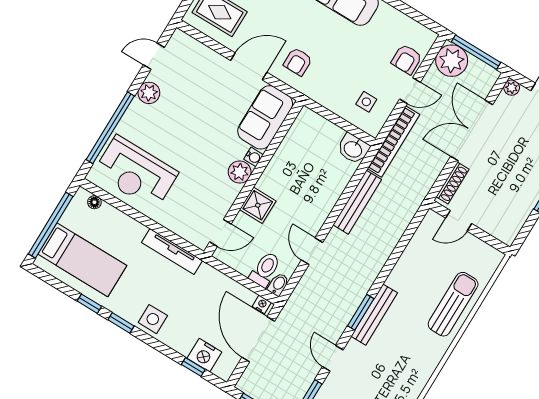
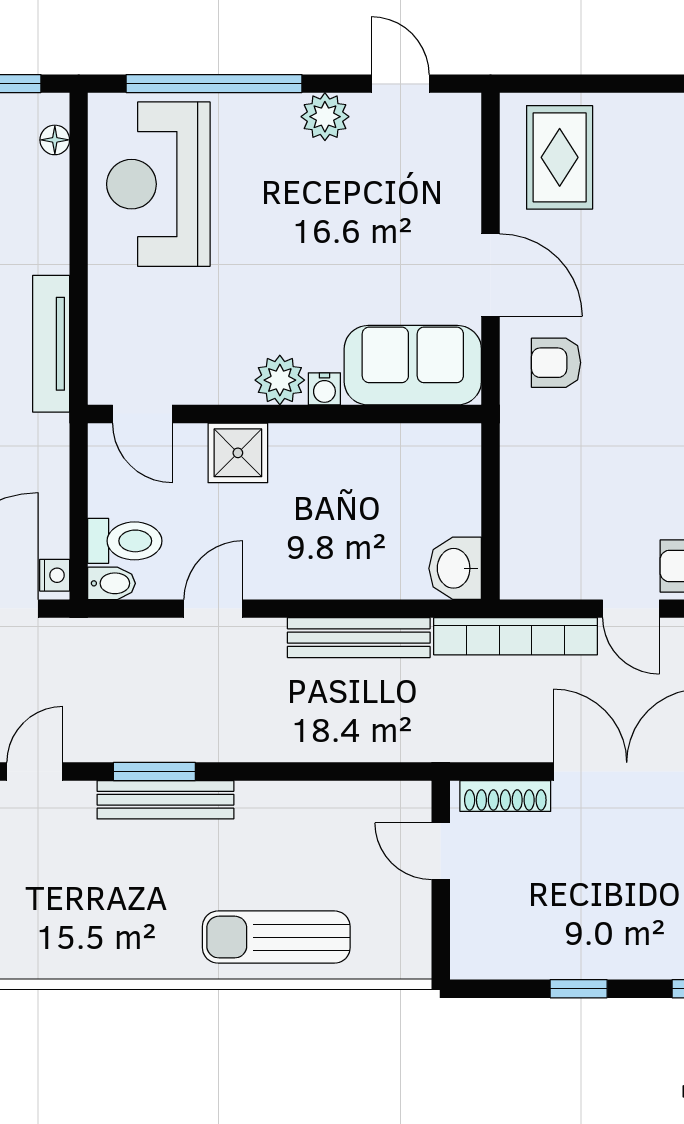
side table: (366, 102) -> (559, 539), removed
sun lounger: (453, 304) -> (276, 937), turned 180

